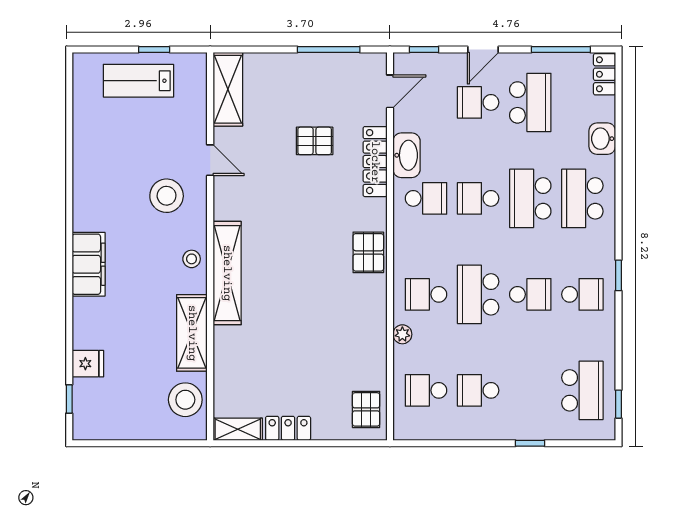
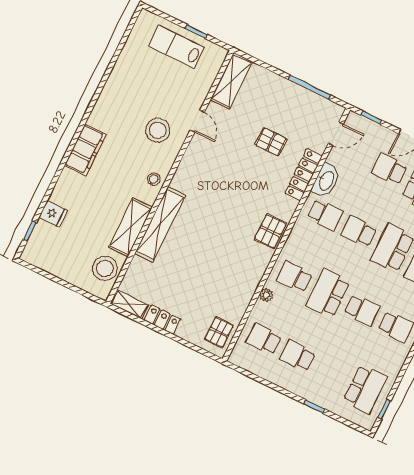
shelving: (227, 273) -> (160, 224), moved

